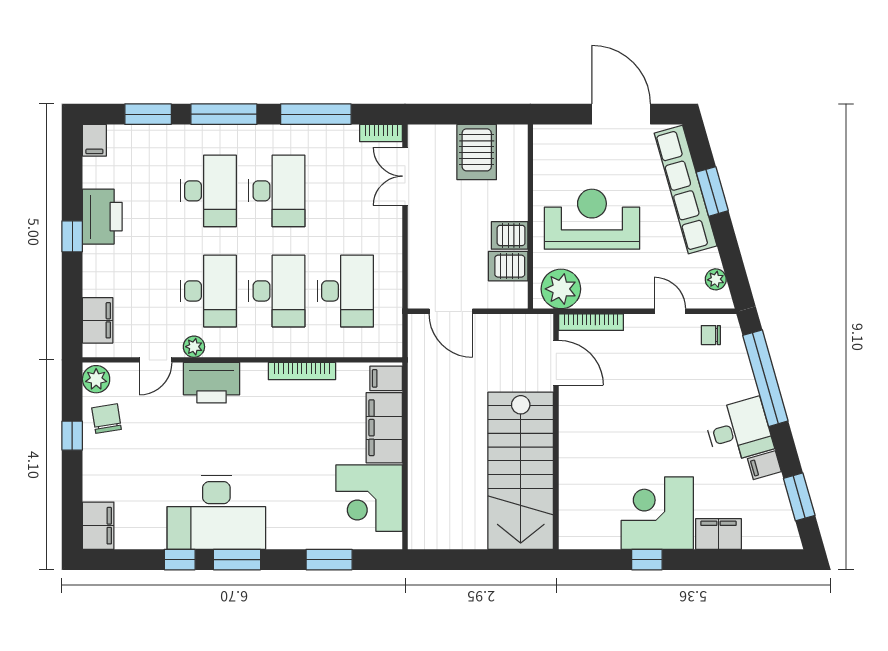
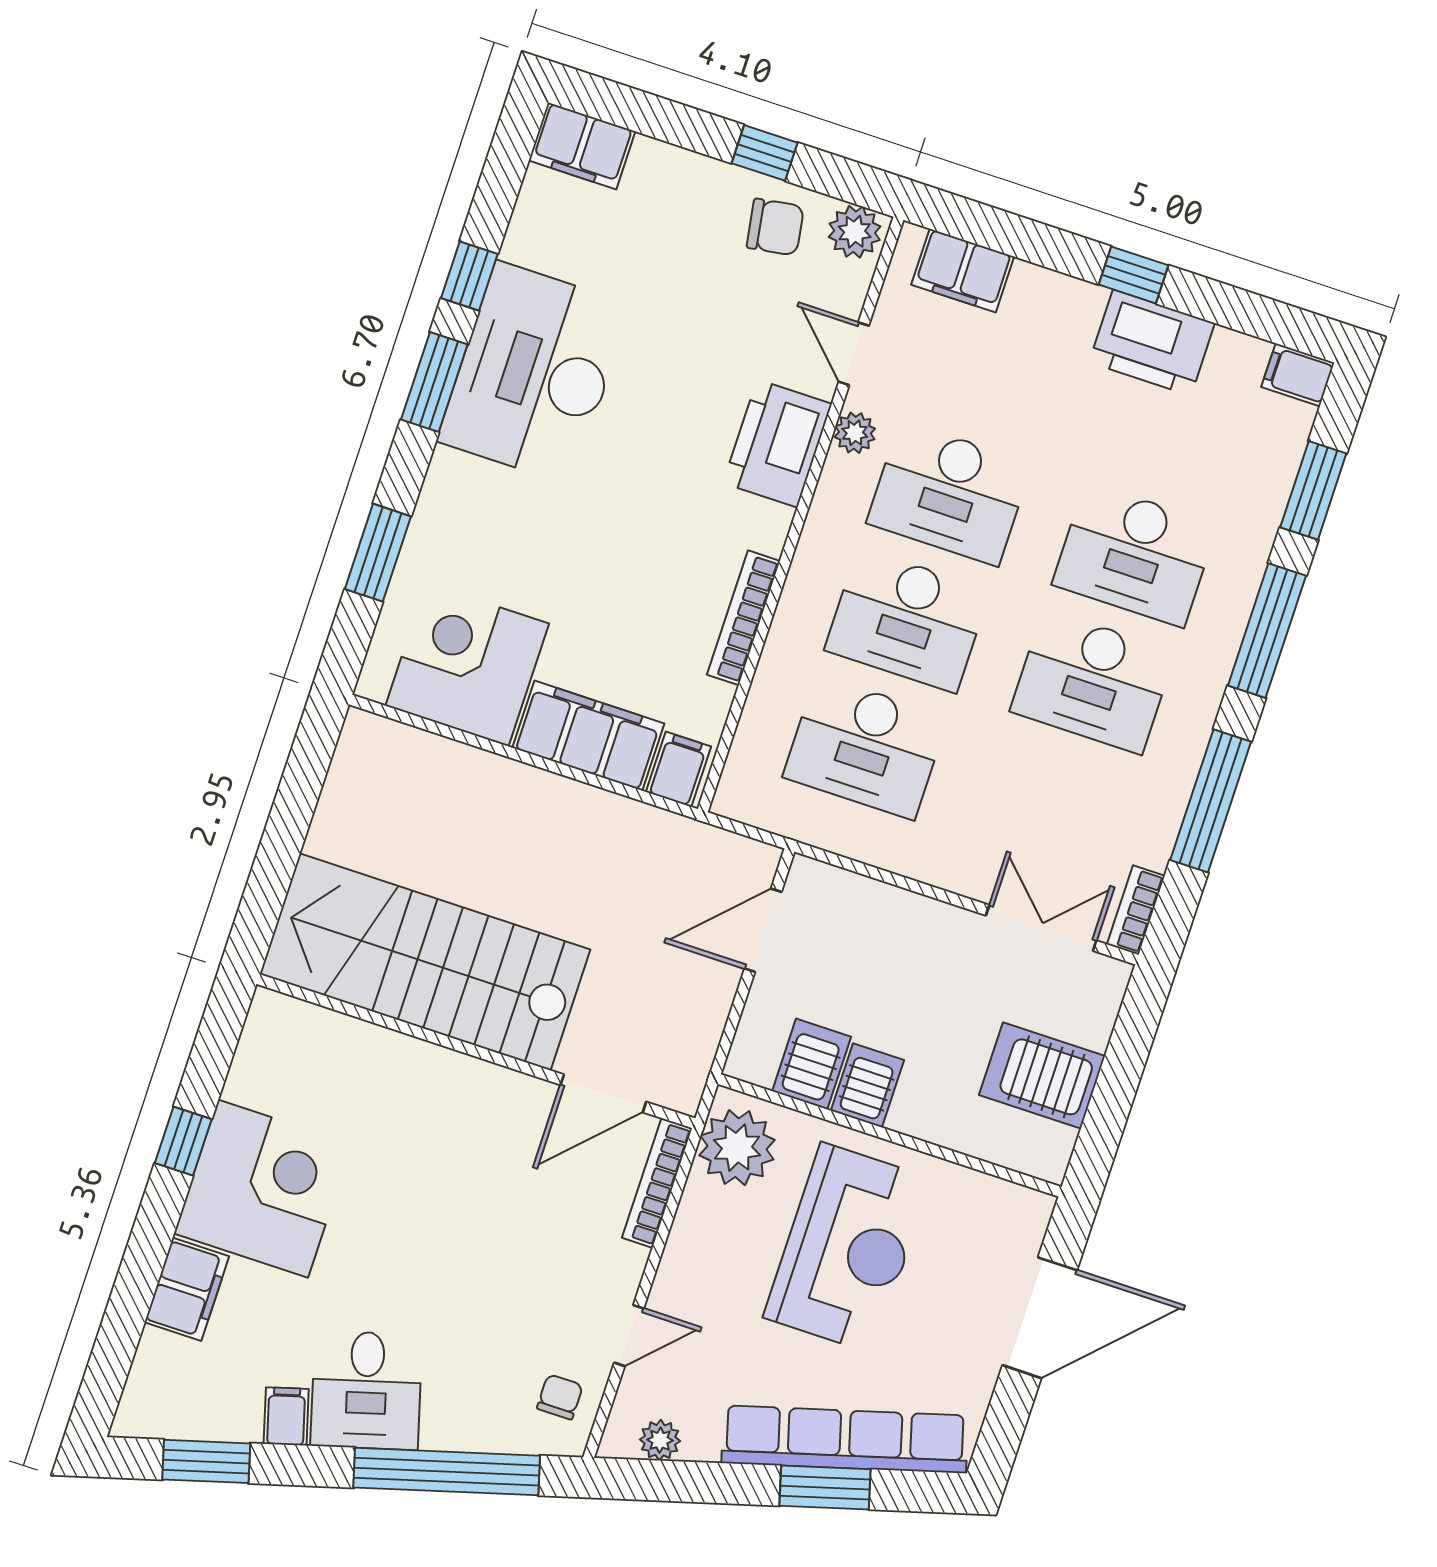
door: (621, 114) -> (1040, 1318), moved

